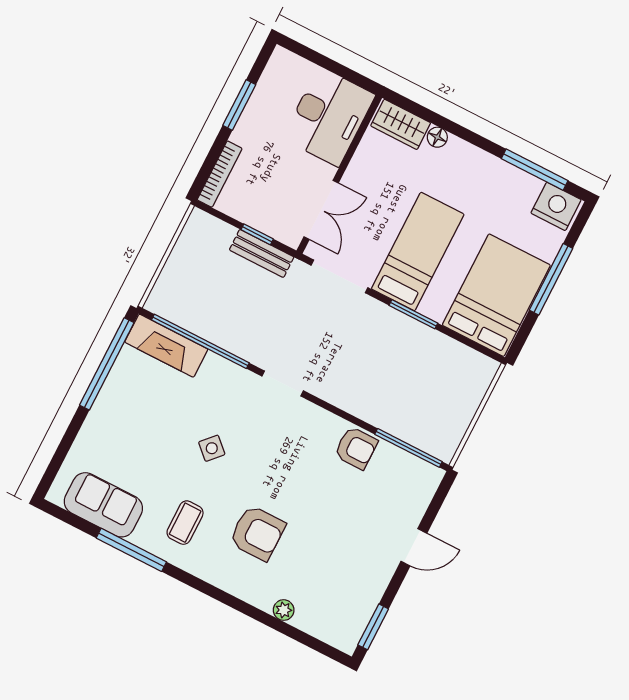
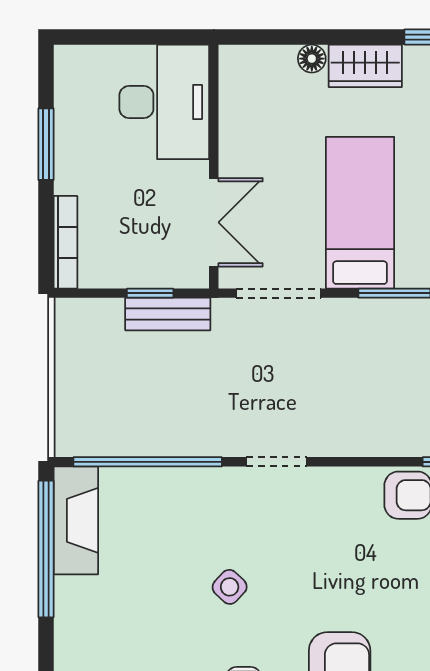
wardrobe: (401, 124) -> (365, 66), moved
fireplace: (166, 346) -> (76, 520), moved, turned -90

